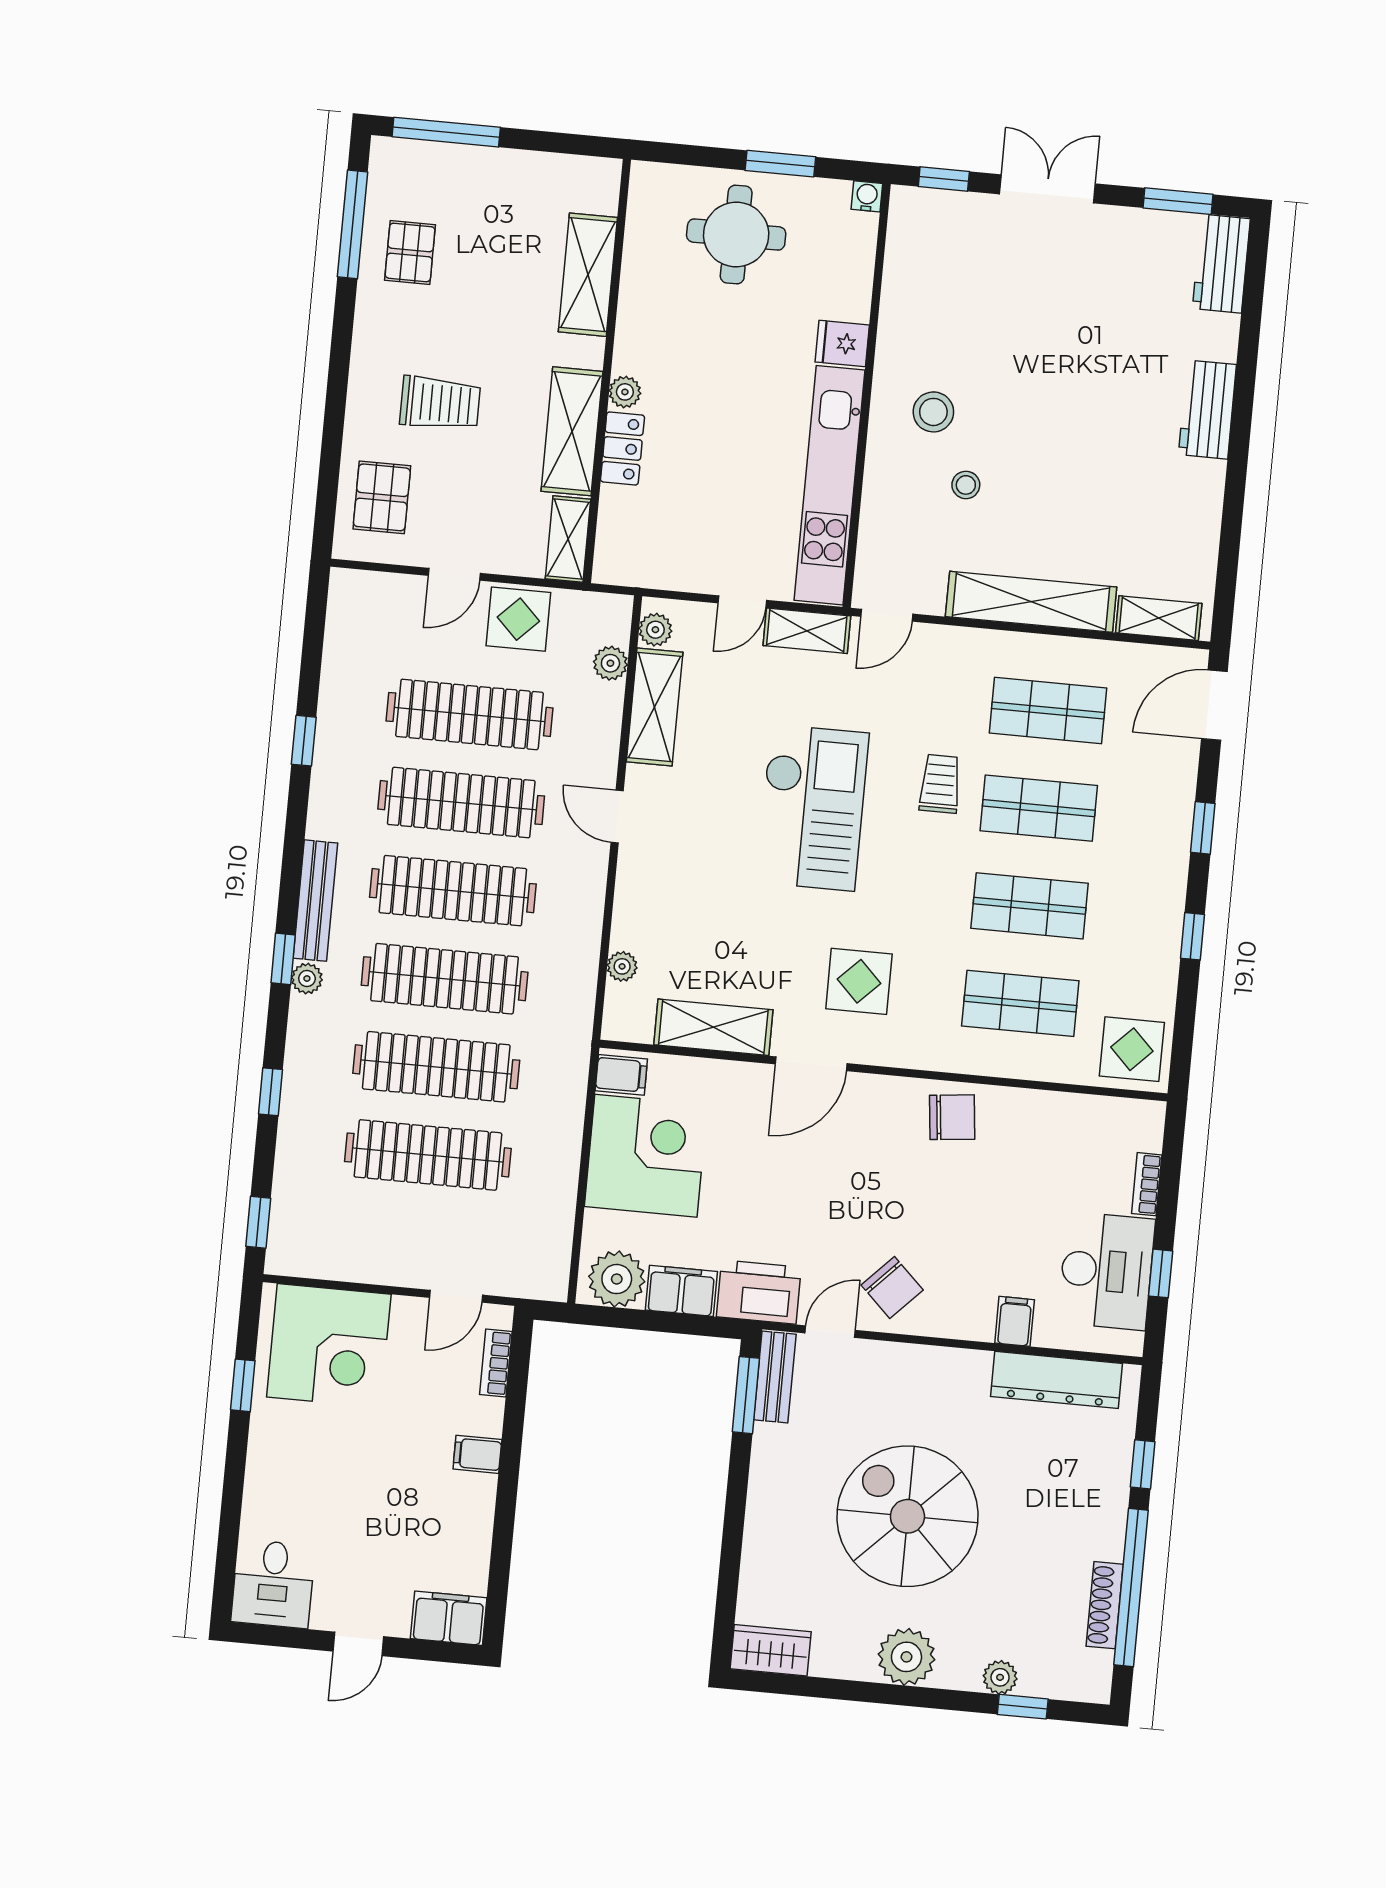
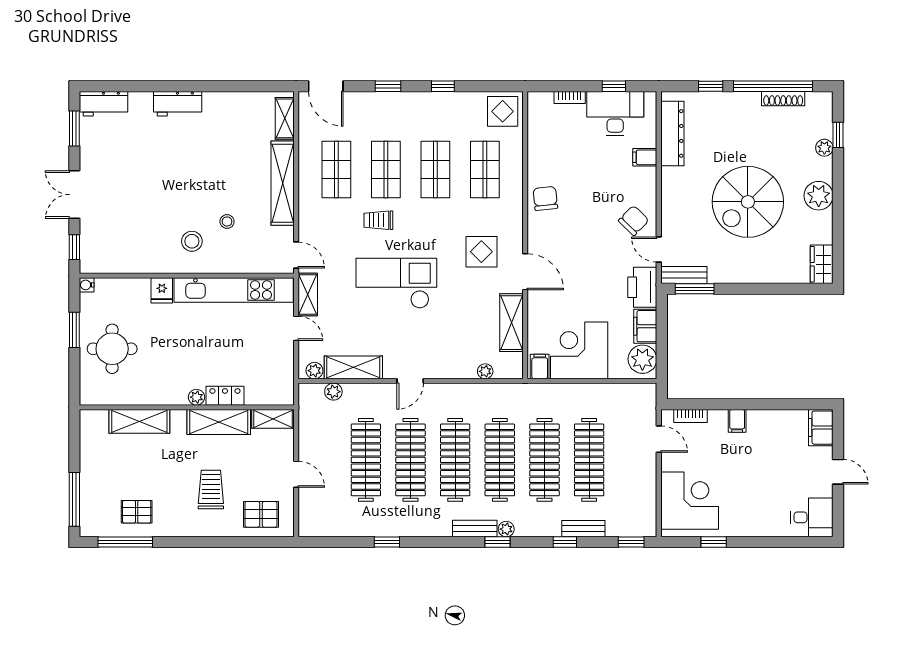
display table: (518, 619) -> (316, 440), removed
bench: (315, 901) -> (475, 528), width x0.73
bench: (293, 1131) -> (583, 529), added

